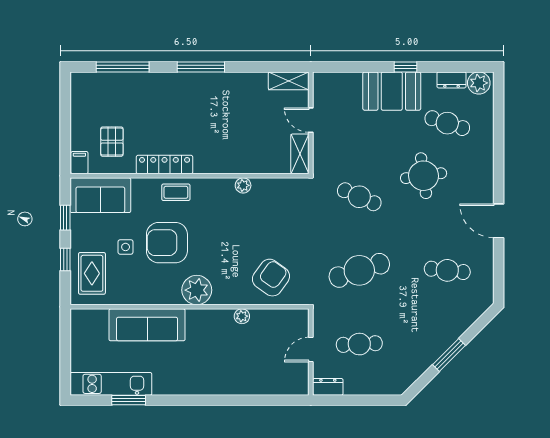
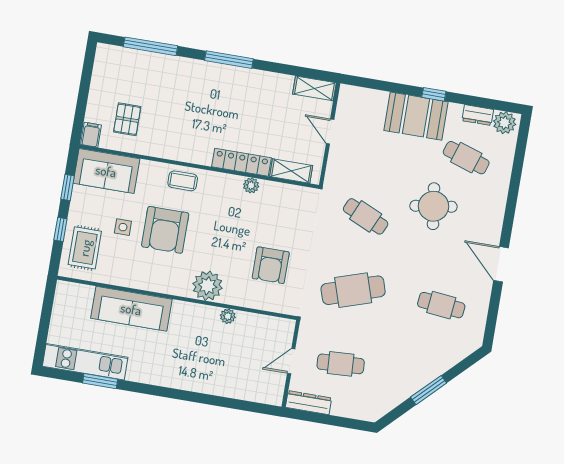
shelving: (300, 154) -> (291, 171), moved, turned 90
locker: (165, 165) -> (242, 162), moved
armchair: (167, 243) -> (165, 230), turned -90
armchair: (271, 278) -> (271, 265), moved, turned 144
plant: (197, 290) -> (208, 286), moved
dresser: (328, 387) -> (308, 403), width x1.44

